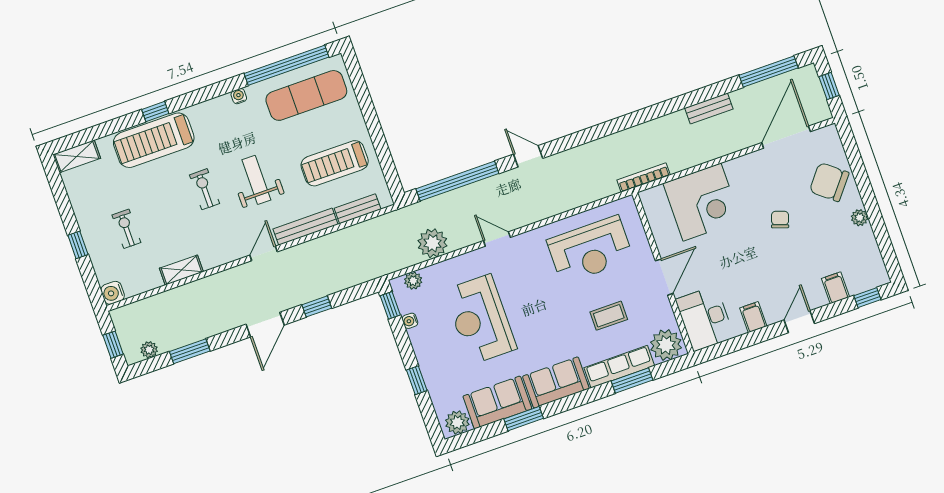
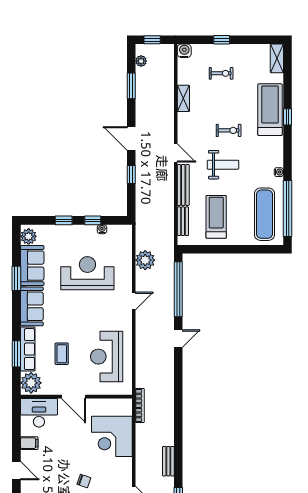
plant: (413, 281) -> (126, 240), removed
window: (390, 305) -> (93, 220), moved

